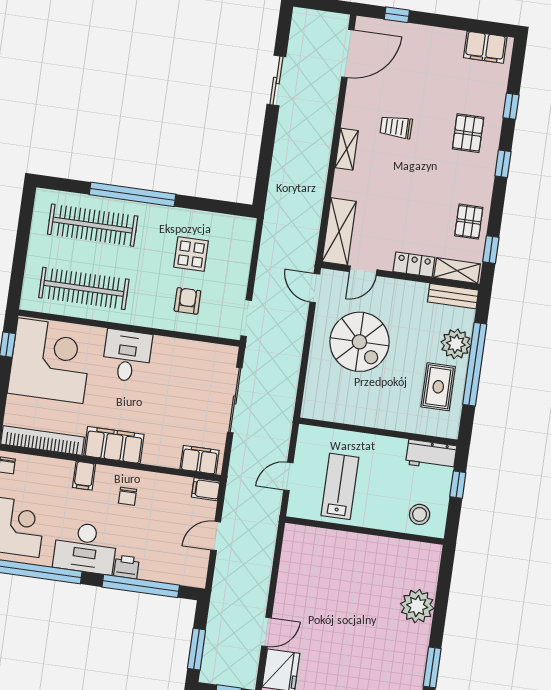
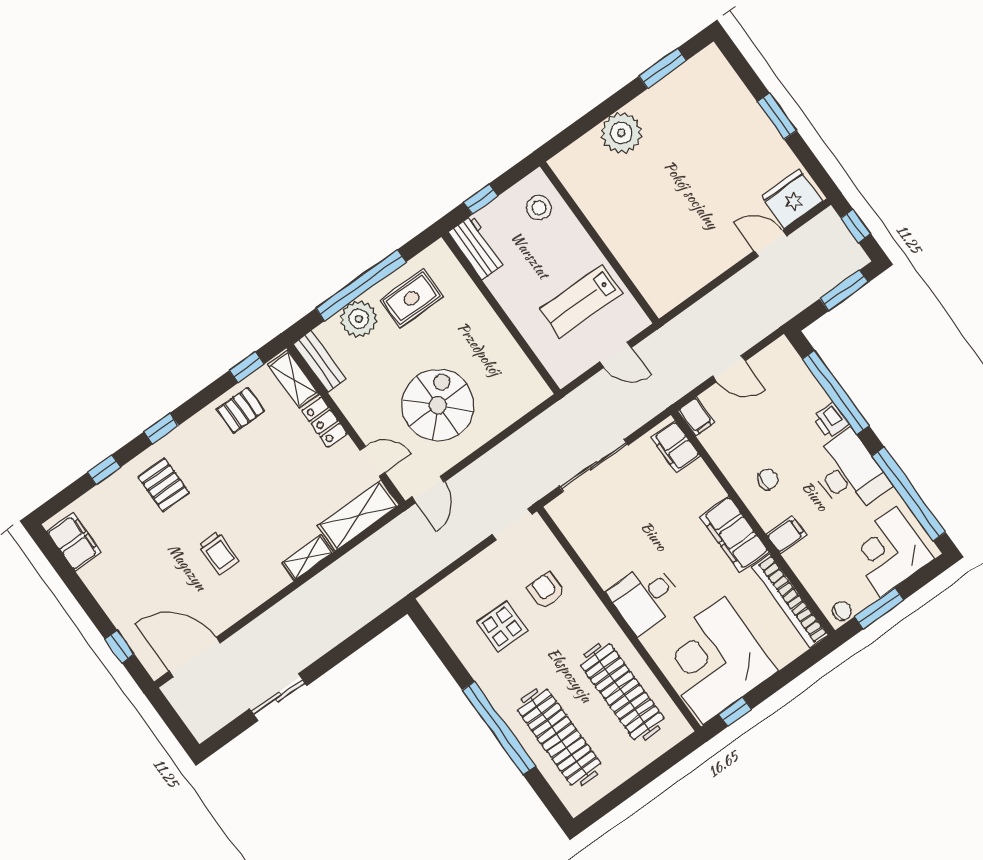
pallet: (468, 133) -> (164, 485), turned 90
shelving: (347, 149) -> (308, 558), moved
armchair: (187, 301) -> (546, 590), turned 90

